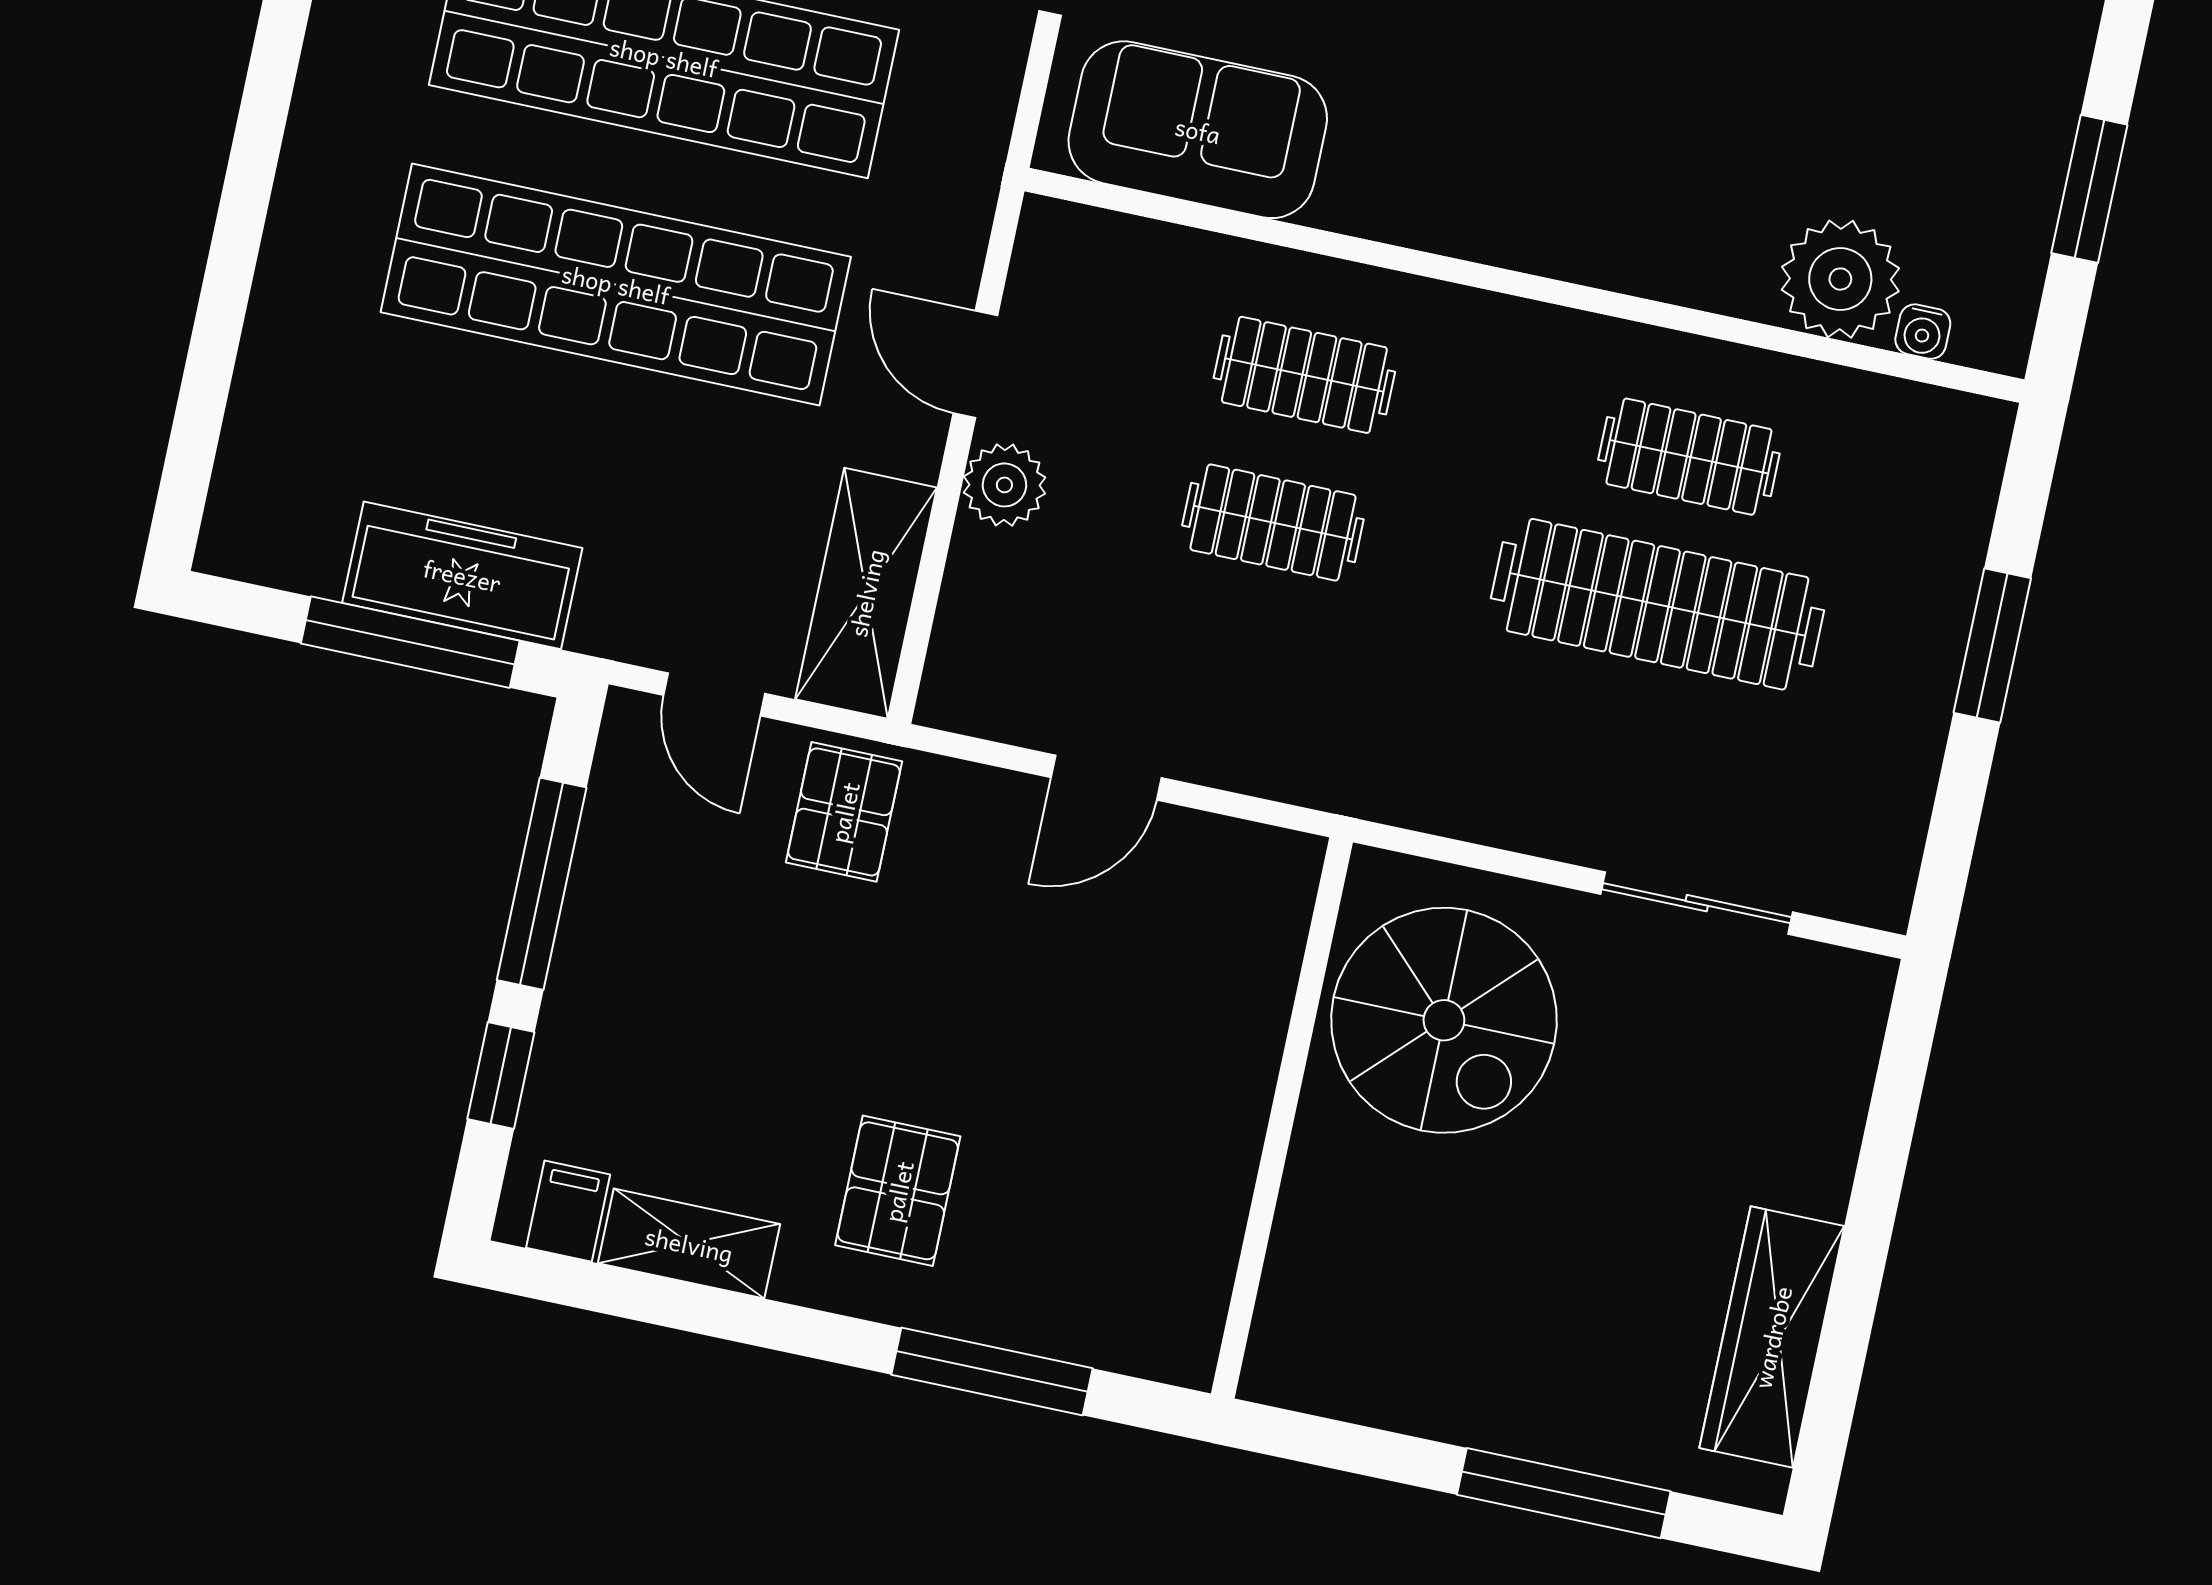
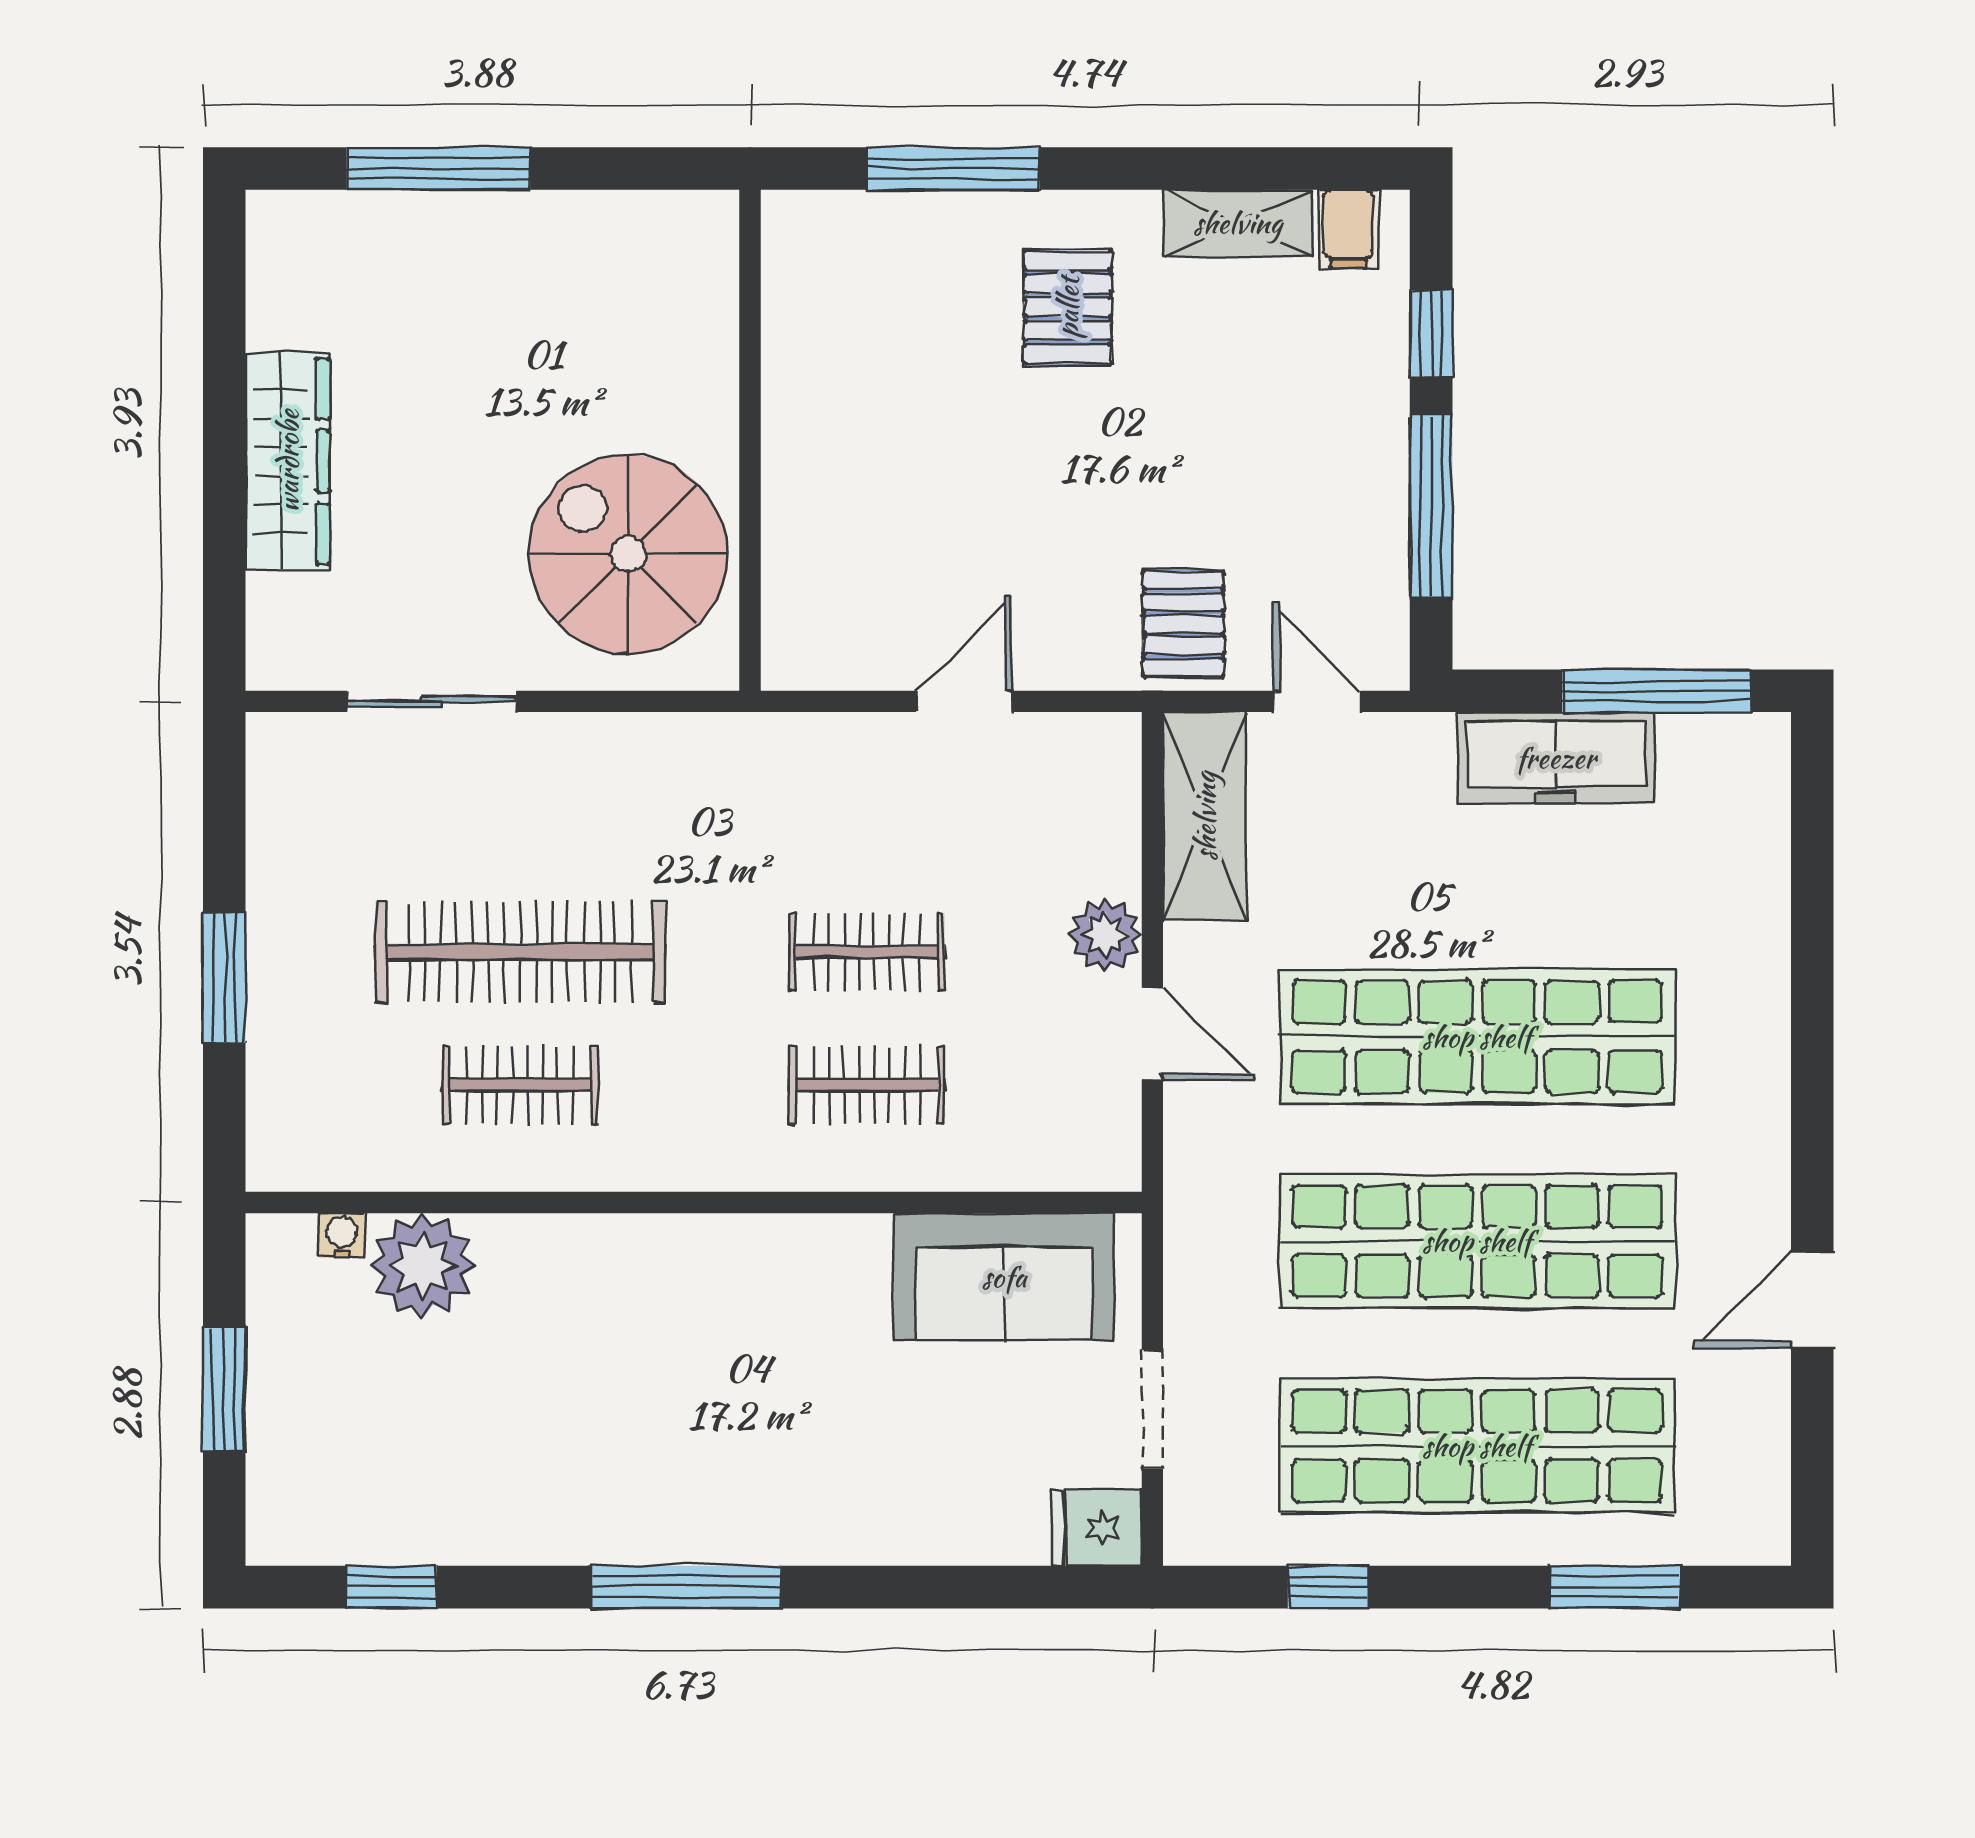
window: (410, 642) -> (1656, 691), moved
wardrobe: (1772, 1337) -> (288, 461), moved

